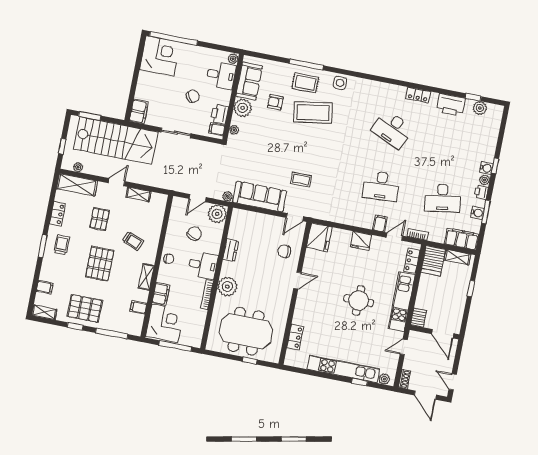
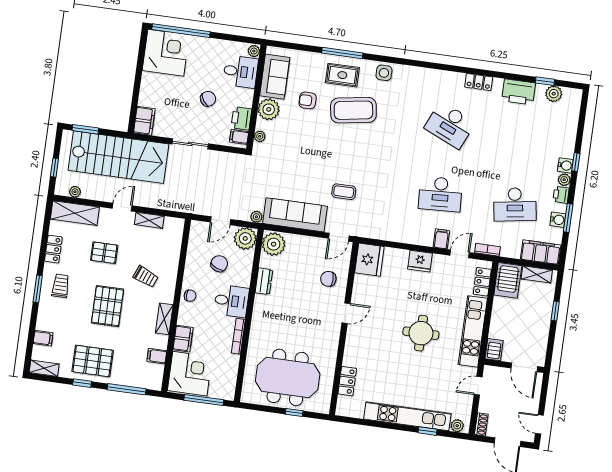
pallet: (100, 219) -> (104, 253), turned 90
plant: (227, 287) -> (274, 244), moved

